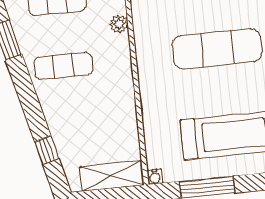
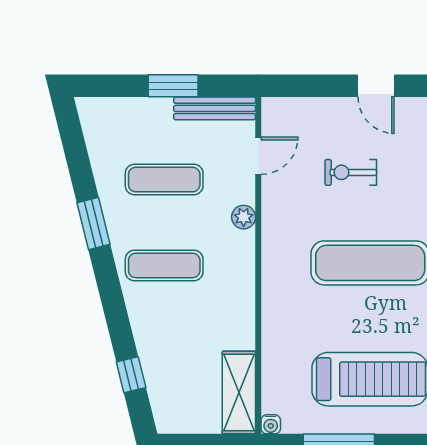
shelving: (112, 176) -> (239, 393), moved, turned 90

